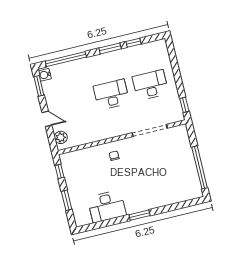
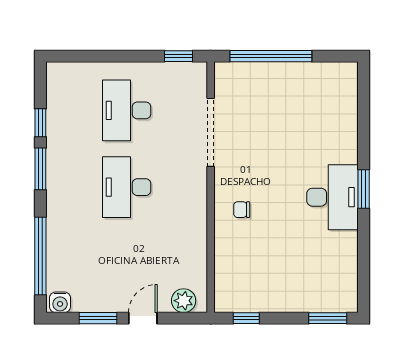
window: (39, 86) -> (98, 318), moved
window: (200, 167) -> (271, 56), moved
window: (67, 200) -> (328, 318), moved
desk: (107, 206) -> (333, 197), moved

